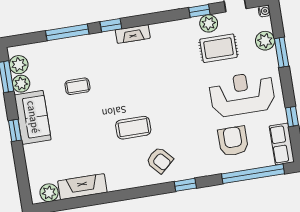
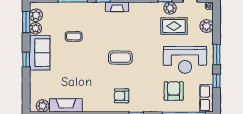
window: (282, 52) -> (217, 55), moved
reception desk: (242, 94) -> (185, 60), turned 180
coffee table: (133, 128) -> (120, 58), moved
armchair: (160, 160) -> (122, 96), turned 132

